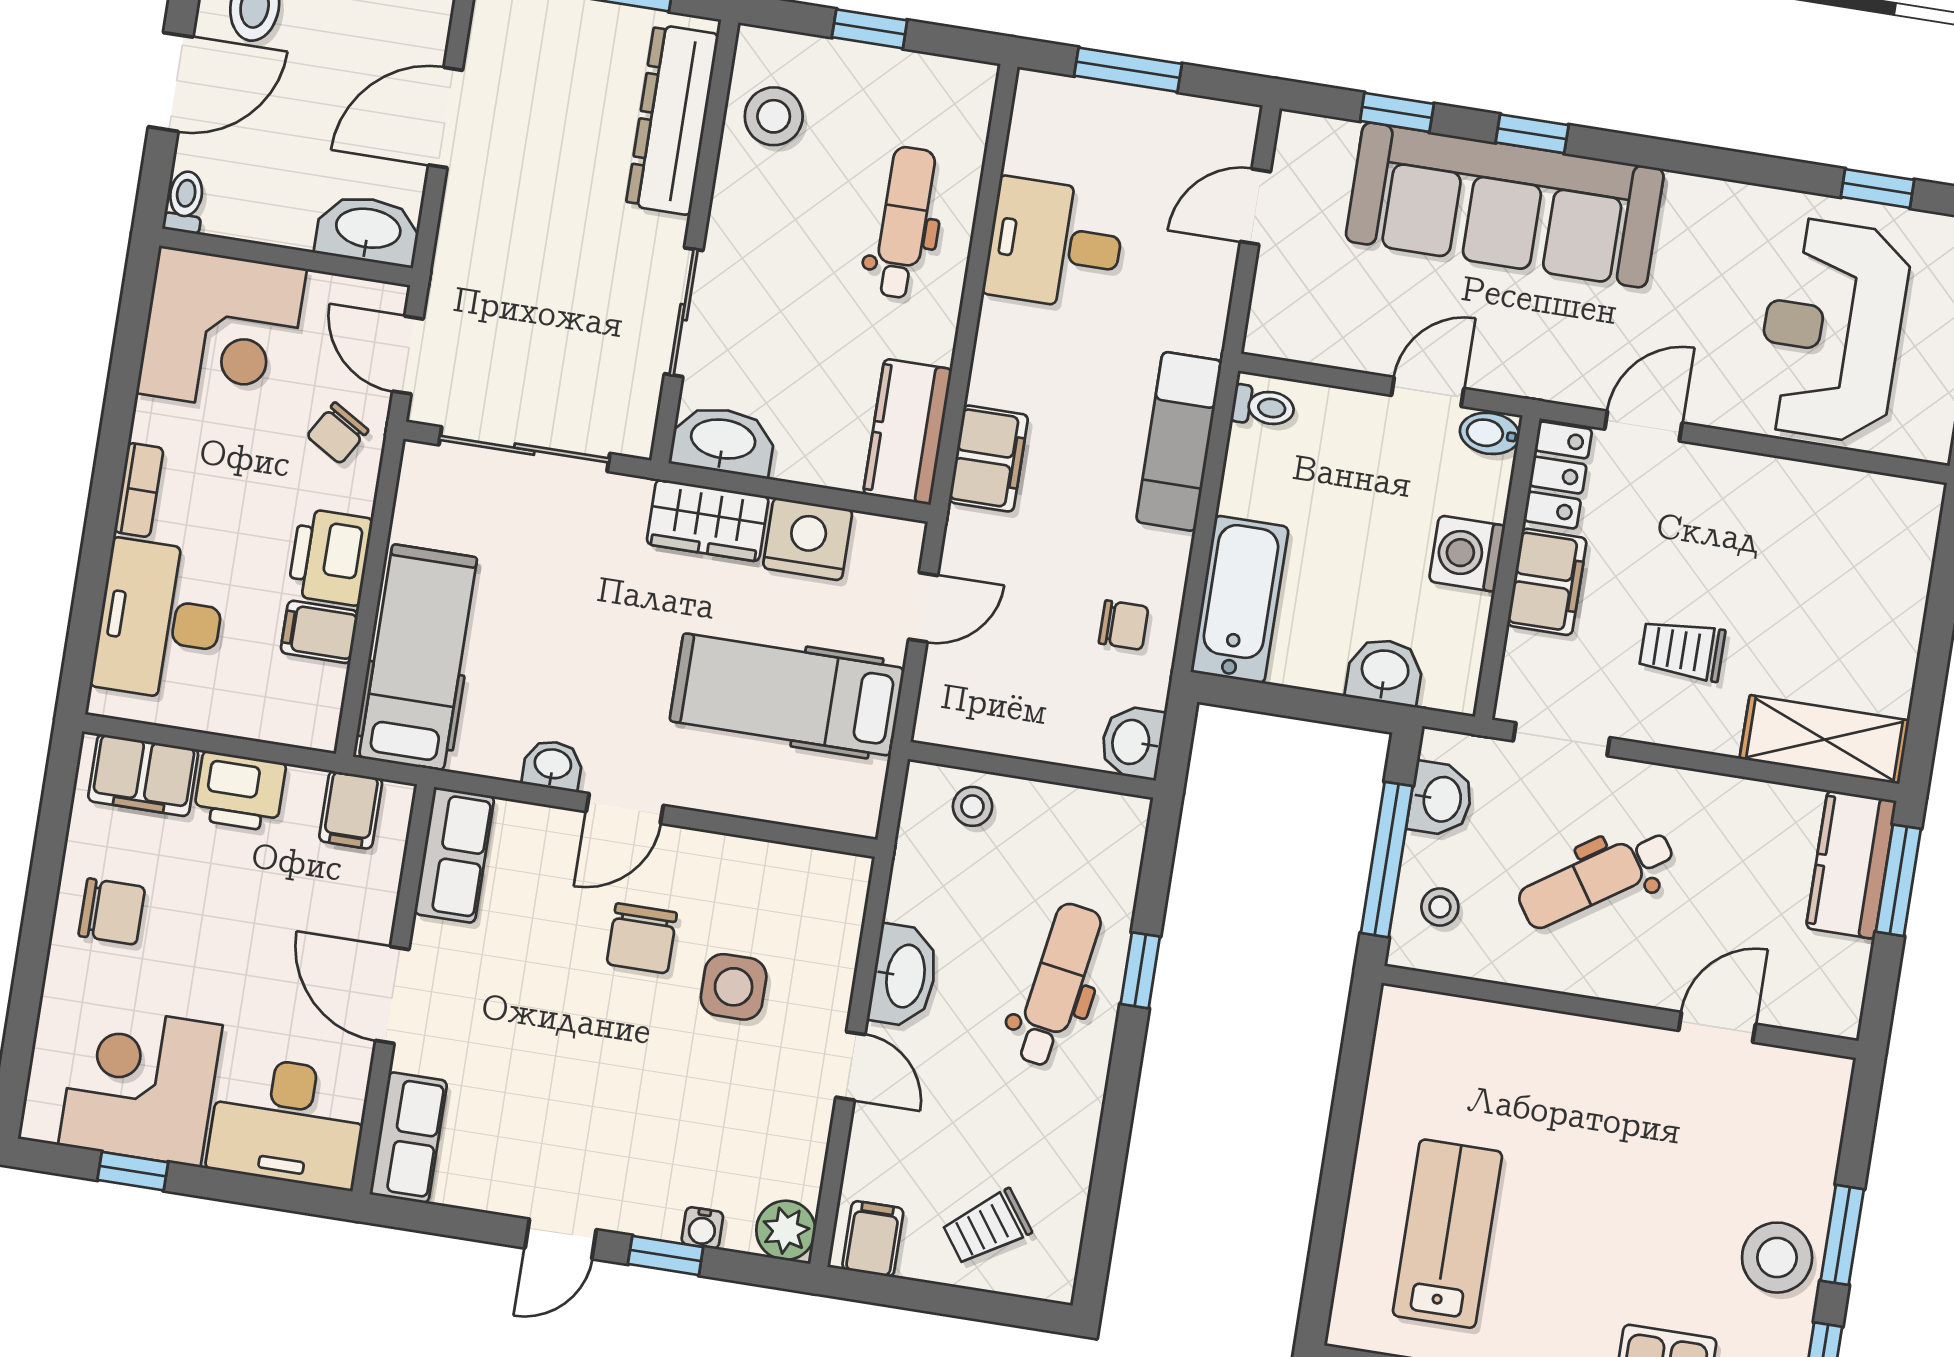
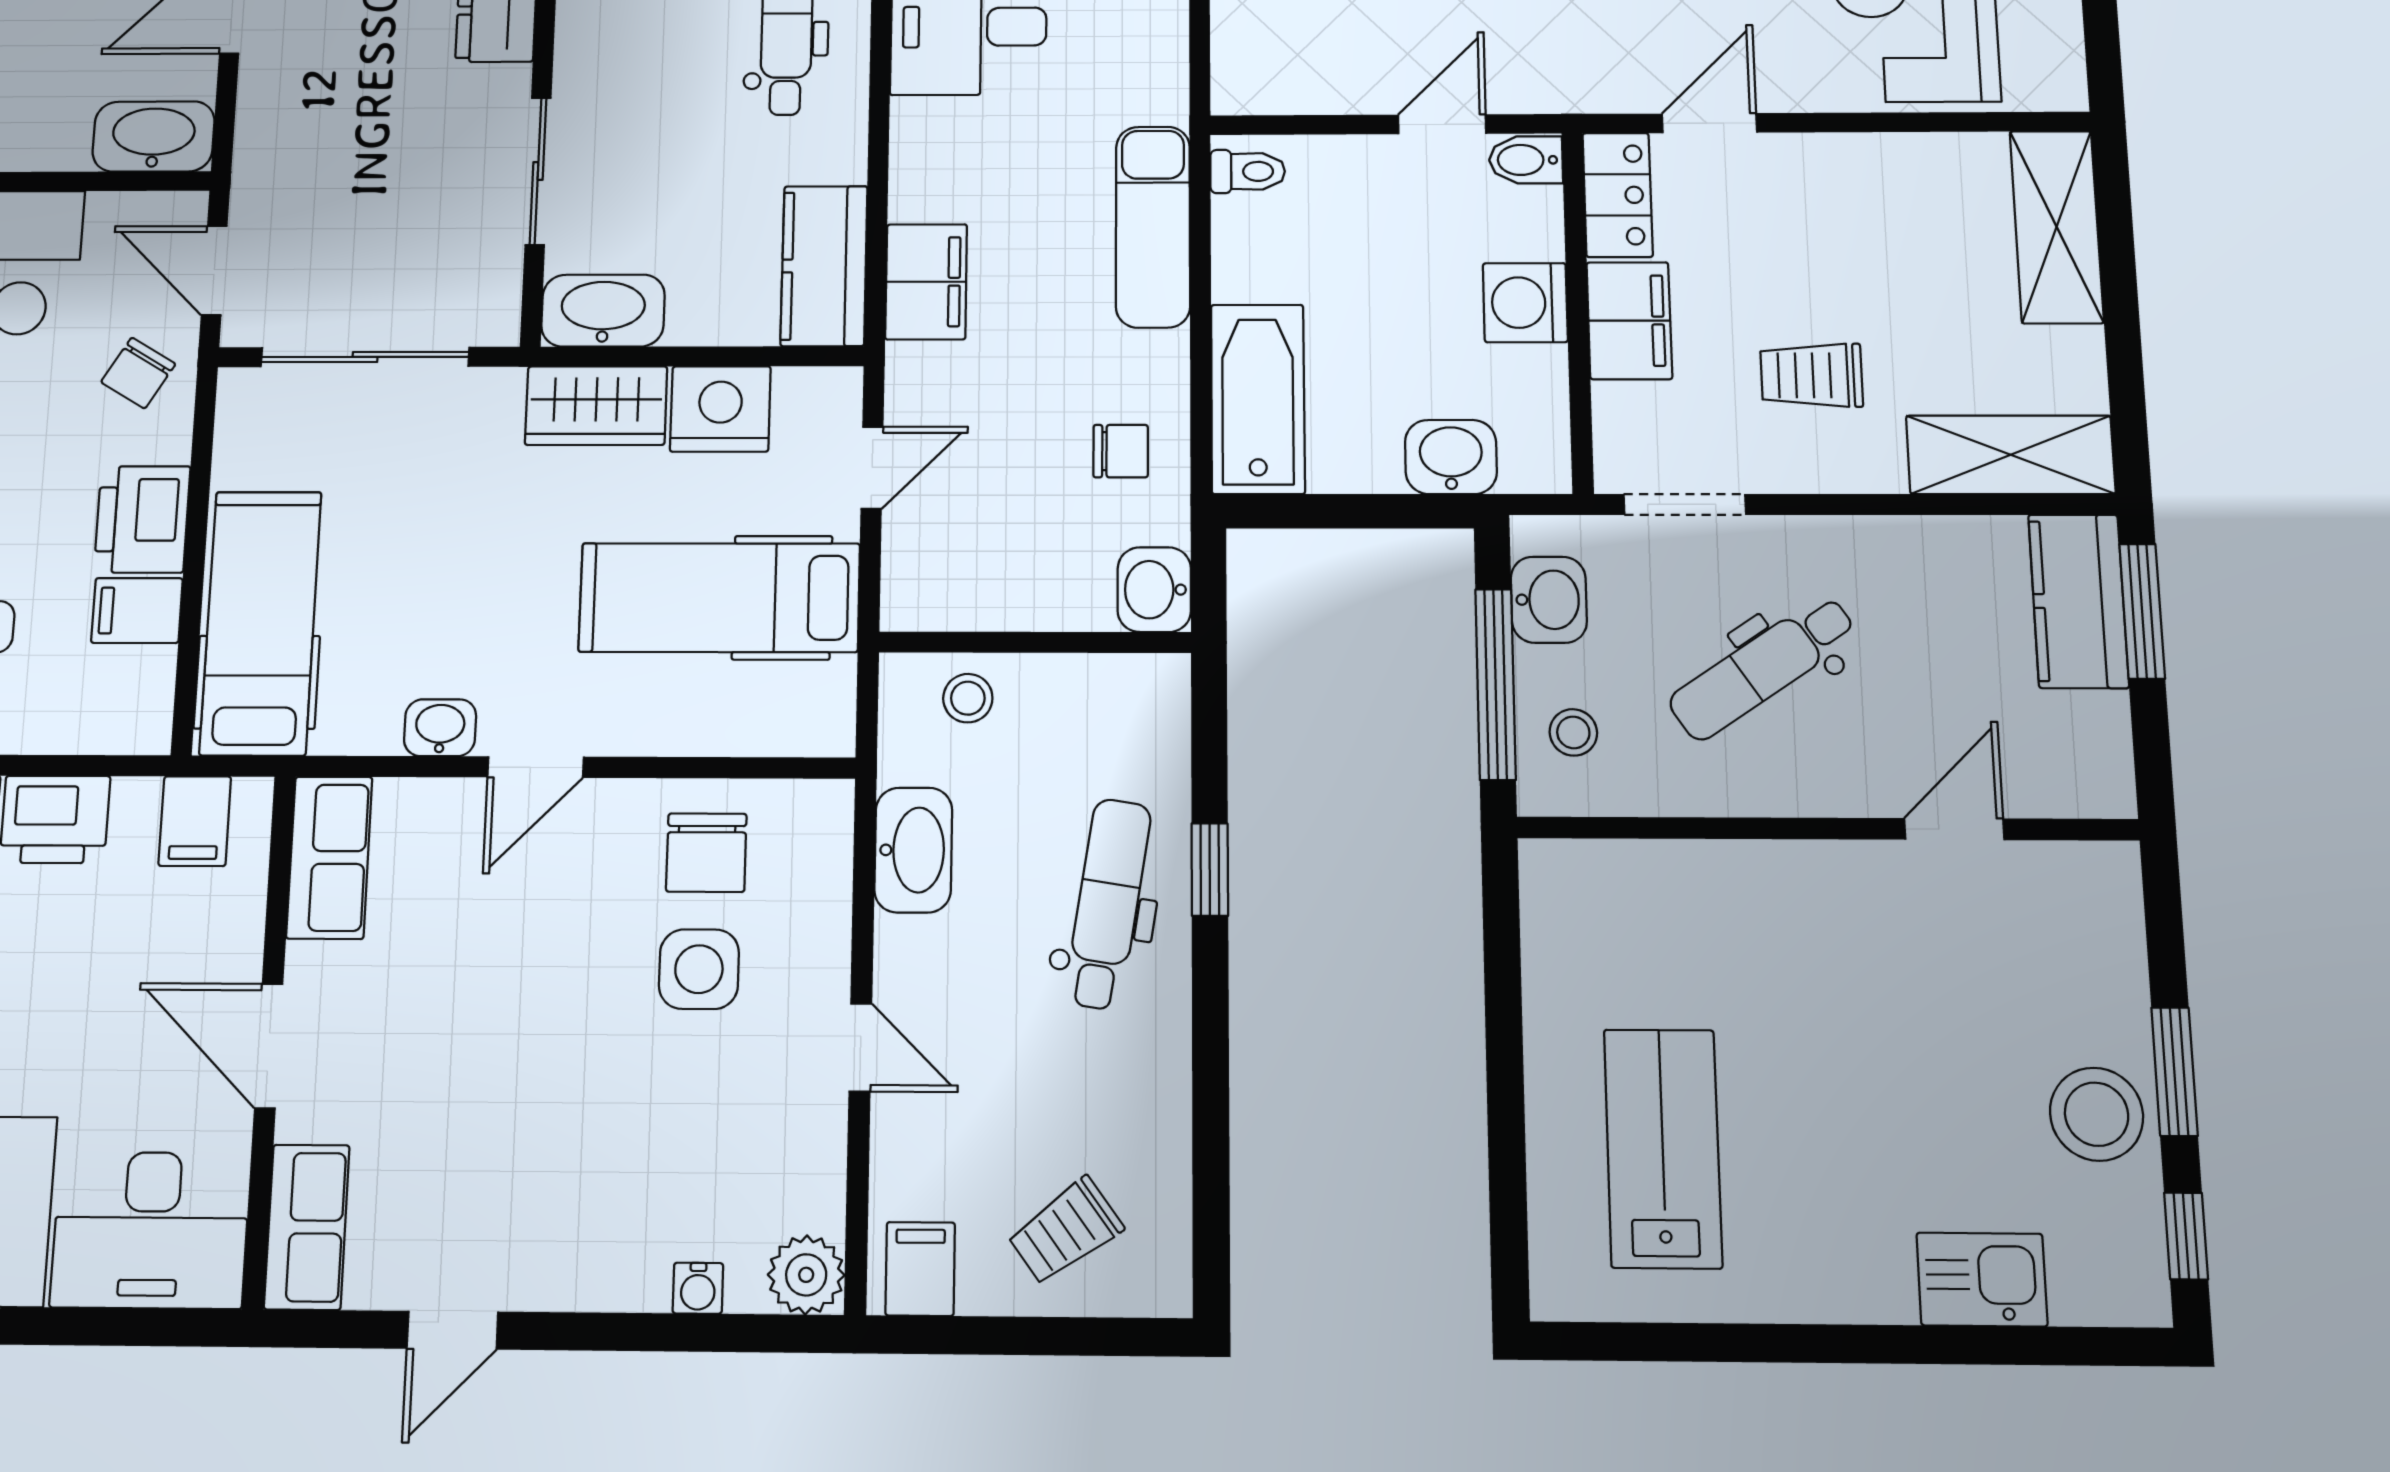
shelving: (1902, 558) -> (2057, 227), added
chair: (642, 938) -> (706, 853), moved
washbasin: (904, 976) -> (913, 850), moved
door: (561, 1239) -> (452, 1330), moved
window: (666, 1256) -> (655, 1332), removed

